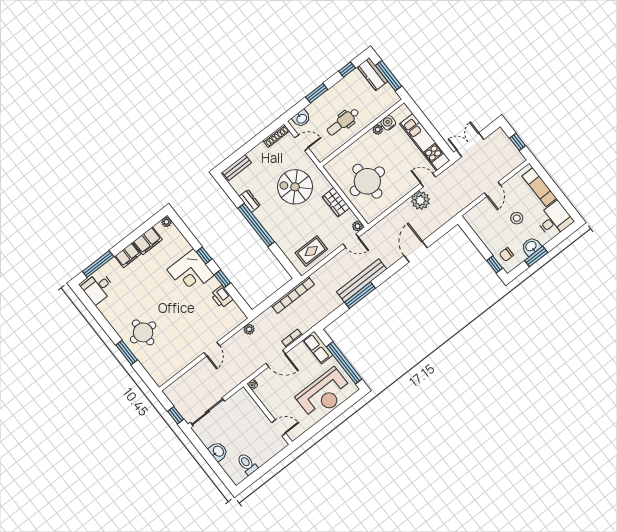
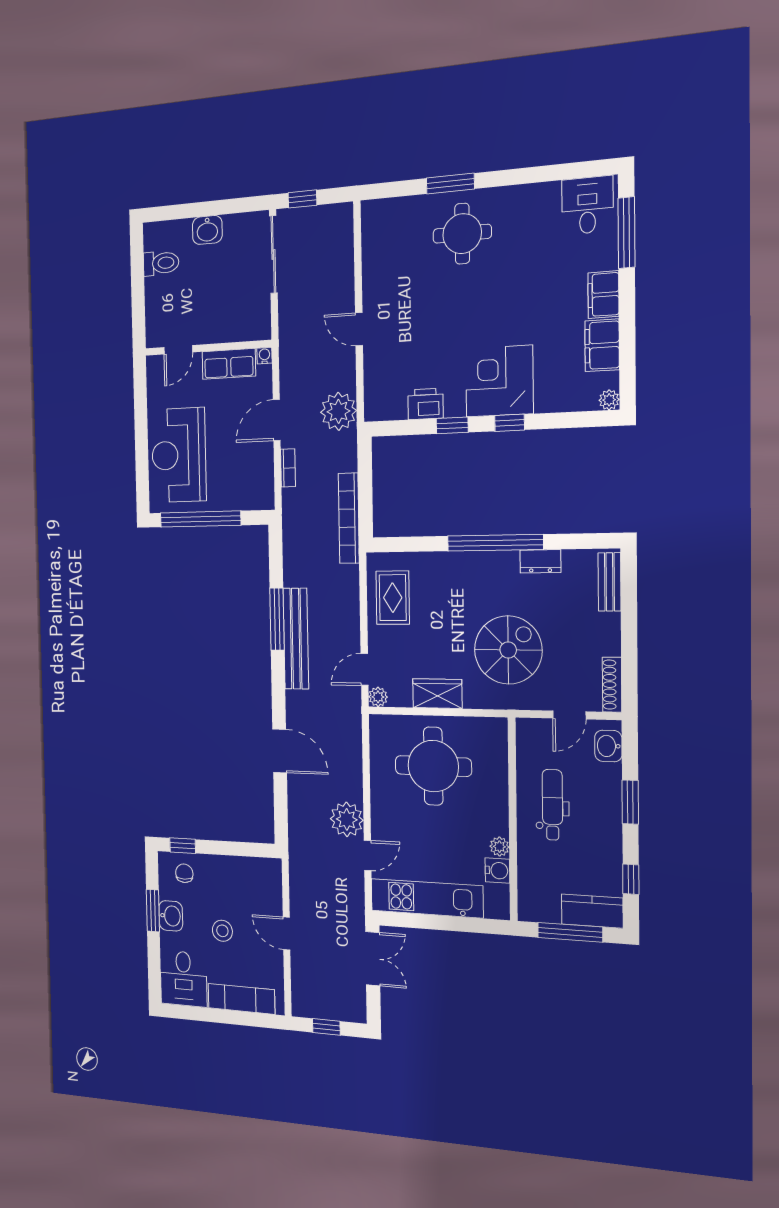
plant: (249, 329) -> (339, 411), width x1.88, depth x1.88
row of seats: (318, 348) -> (229, 364), moved, turned 180

